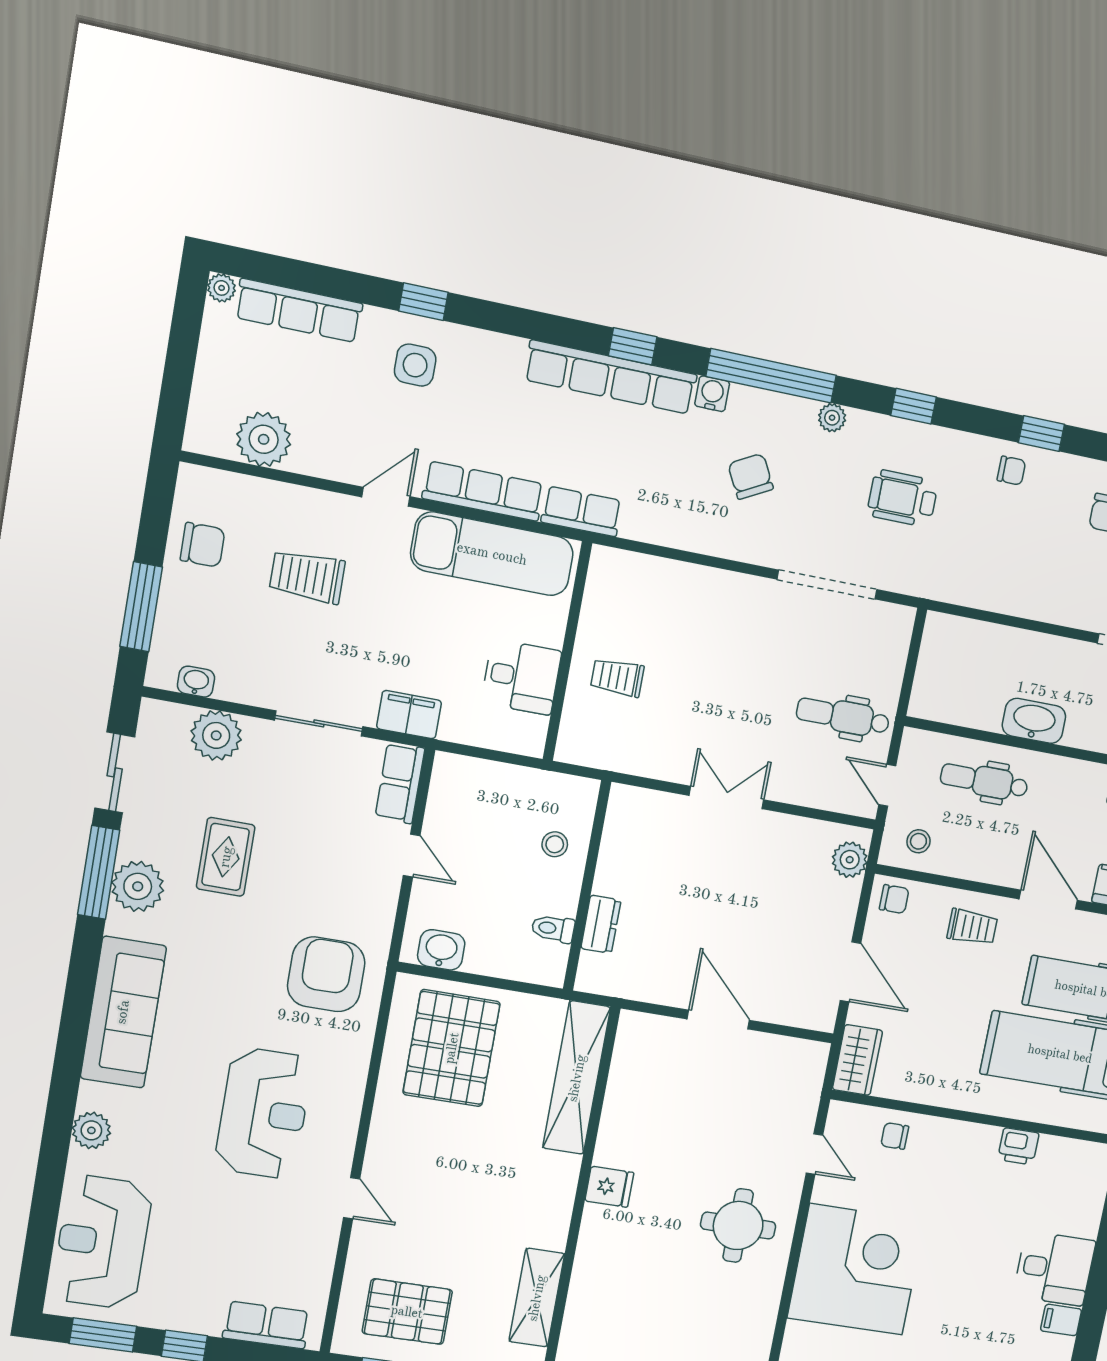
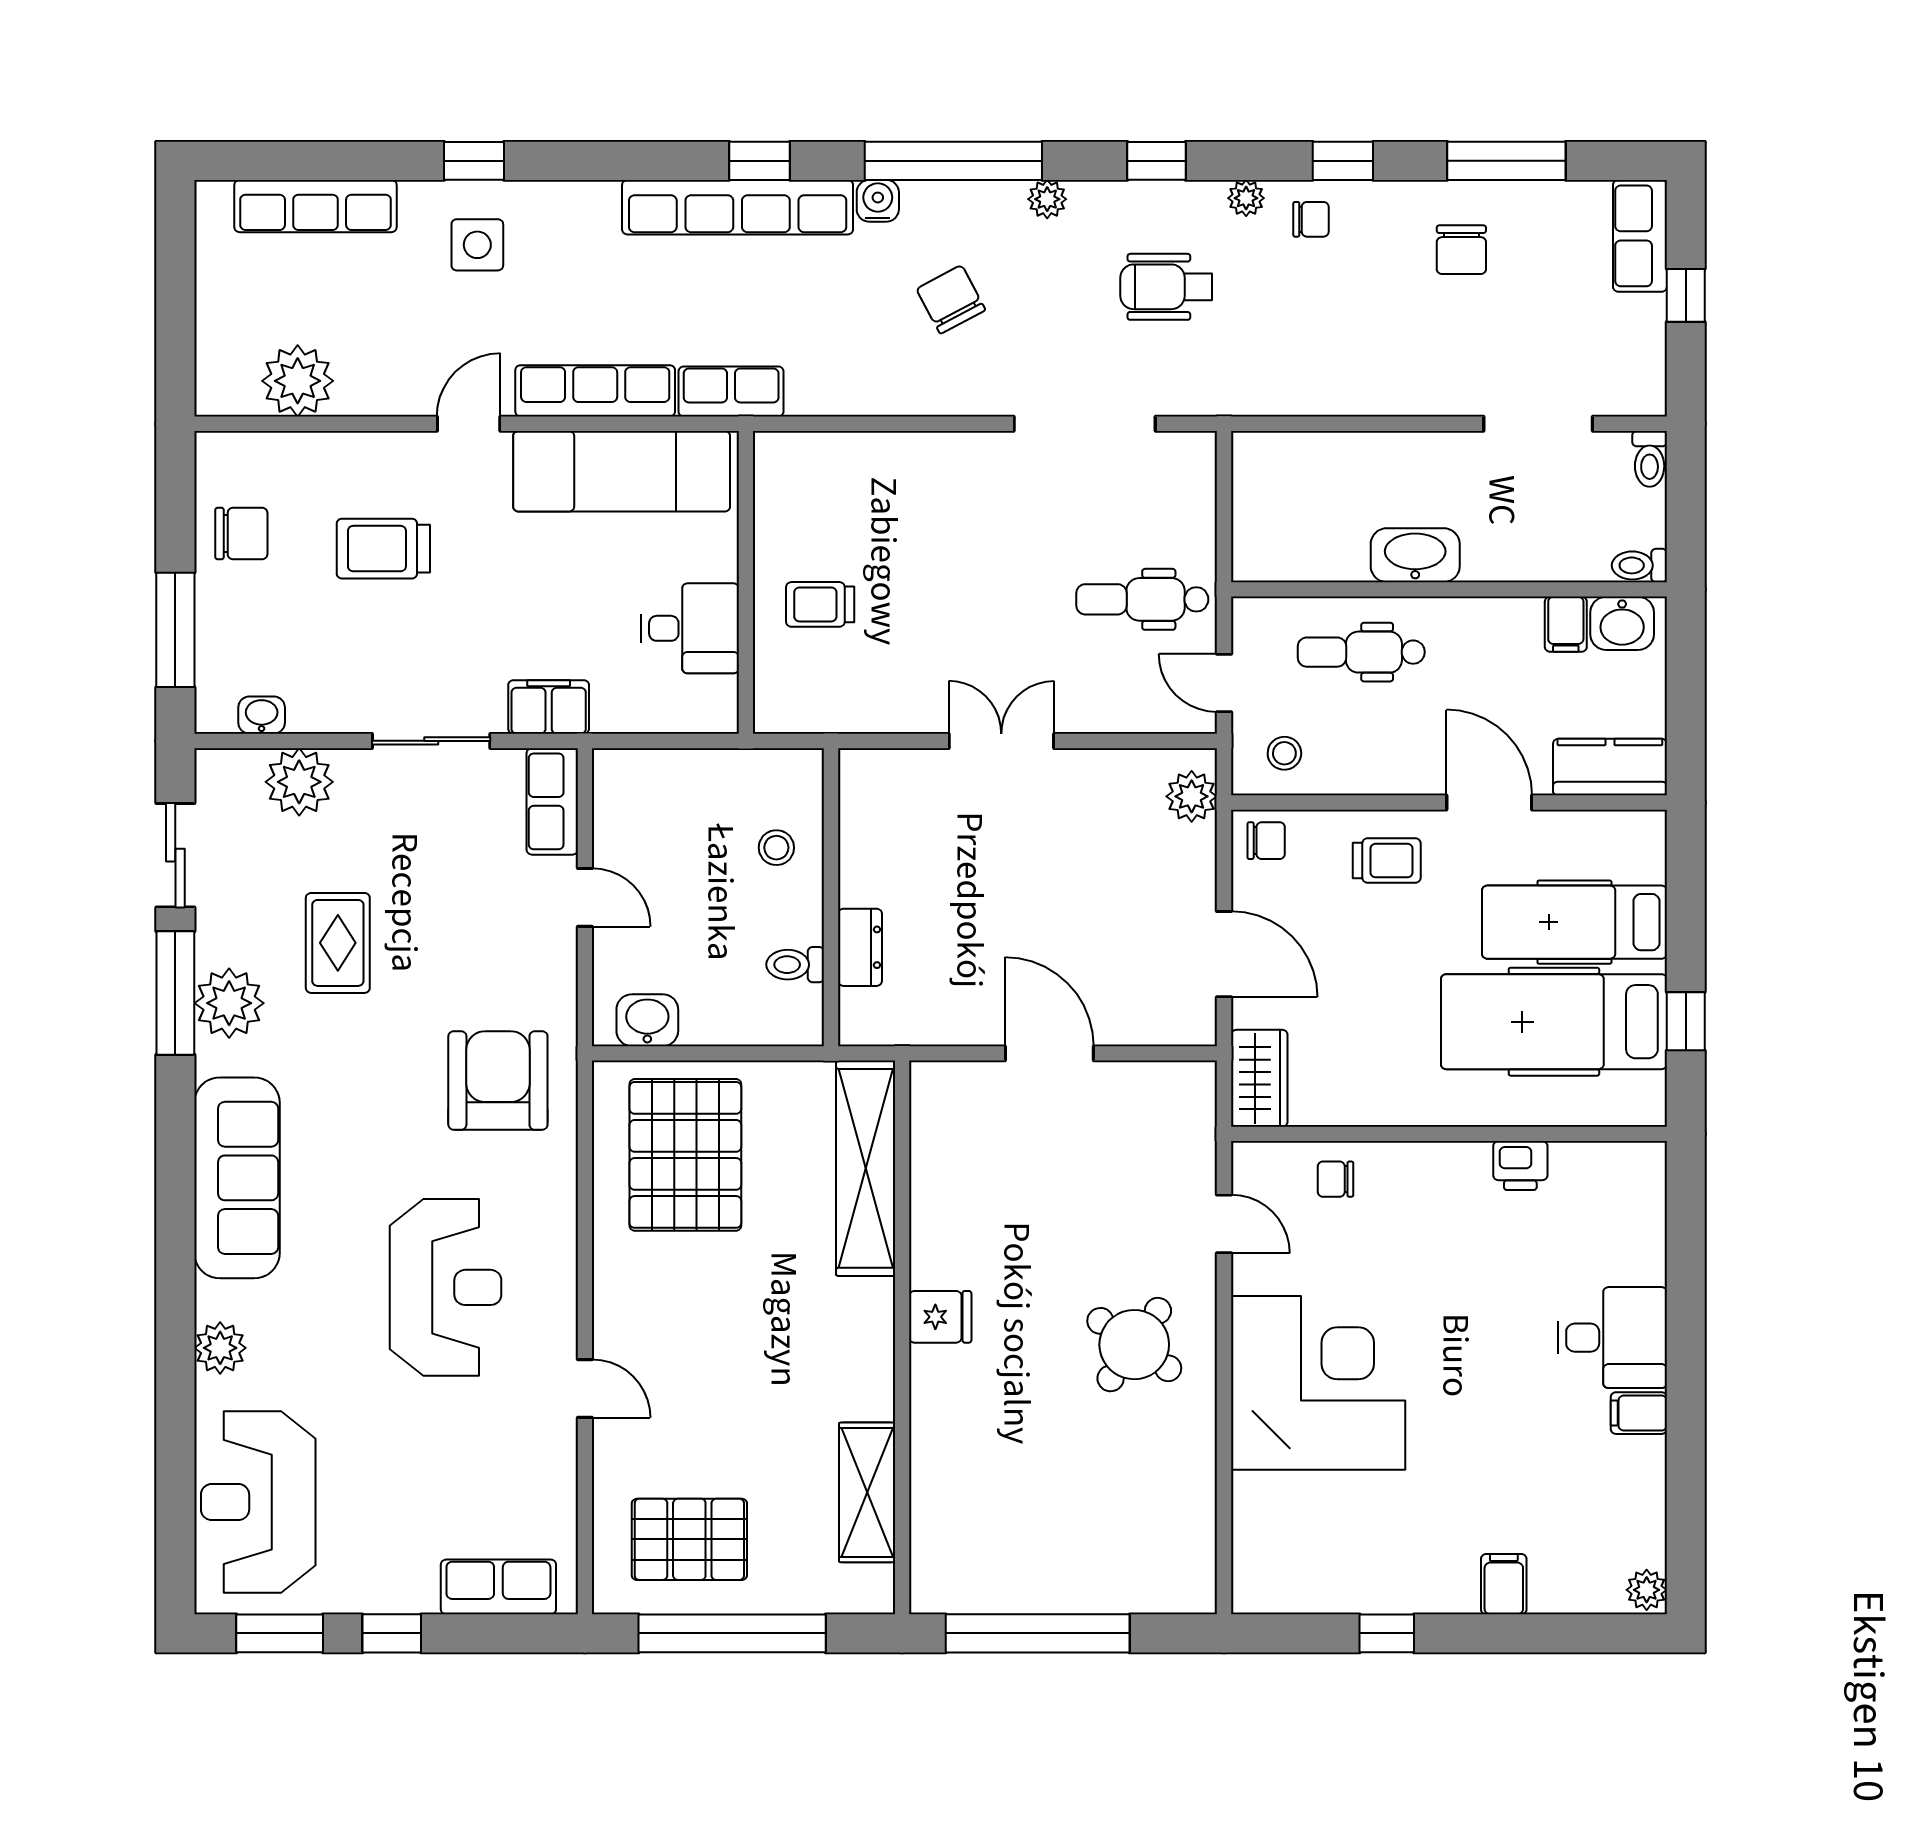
plant: (222, 288) -> (1246, 198), moved
round table: (738, 1225) -> (1134, 1345), turned 35

